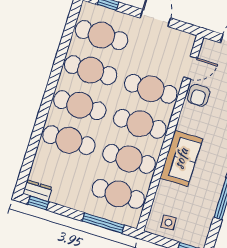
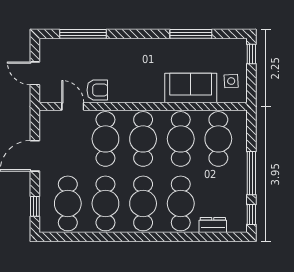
sofa: (181, 158) -> (191, 88), moved
dresser: (37, 191) -> (213, 225), moved, turned 90
window: (103, 223) -> (251, 173), moved

